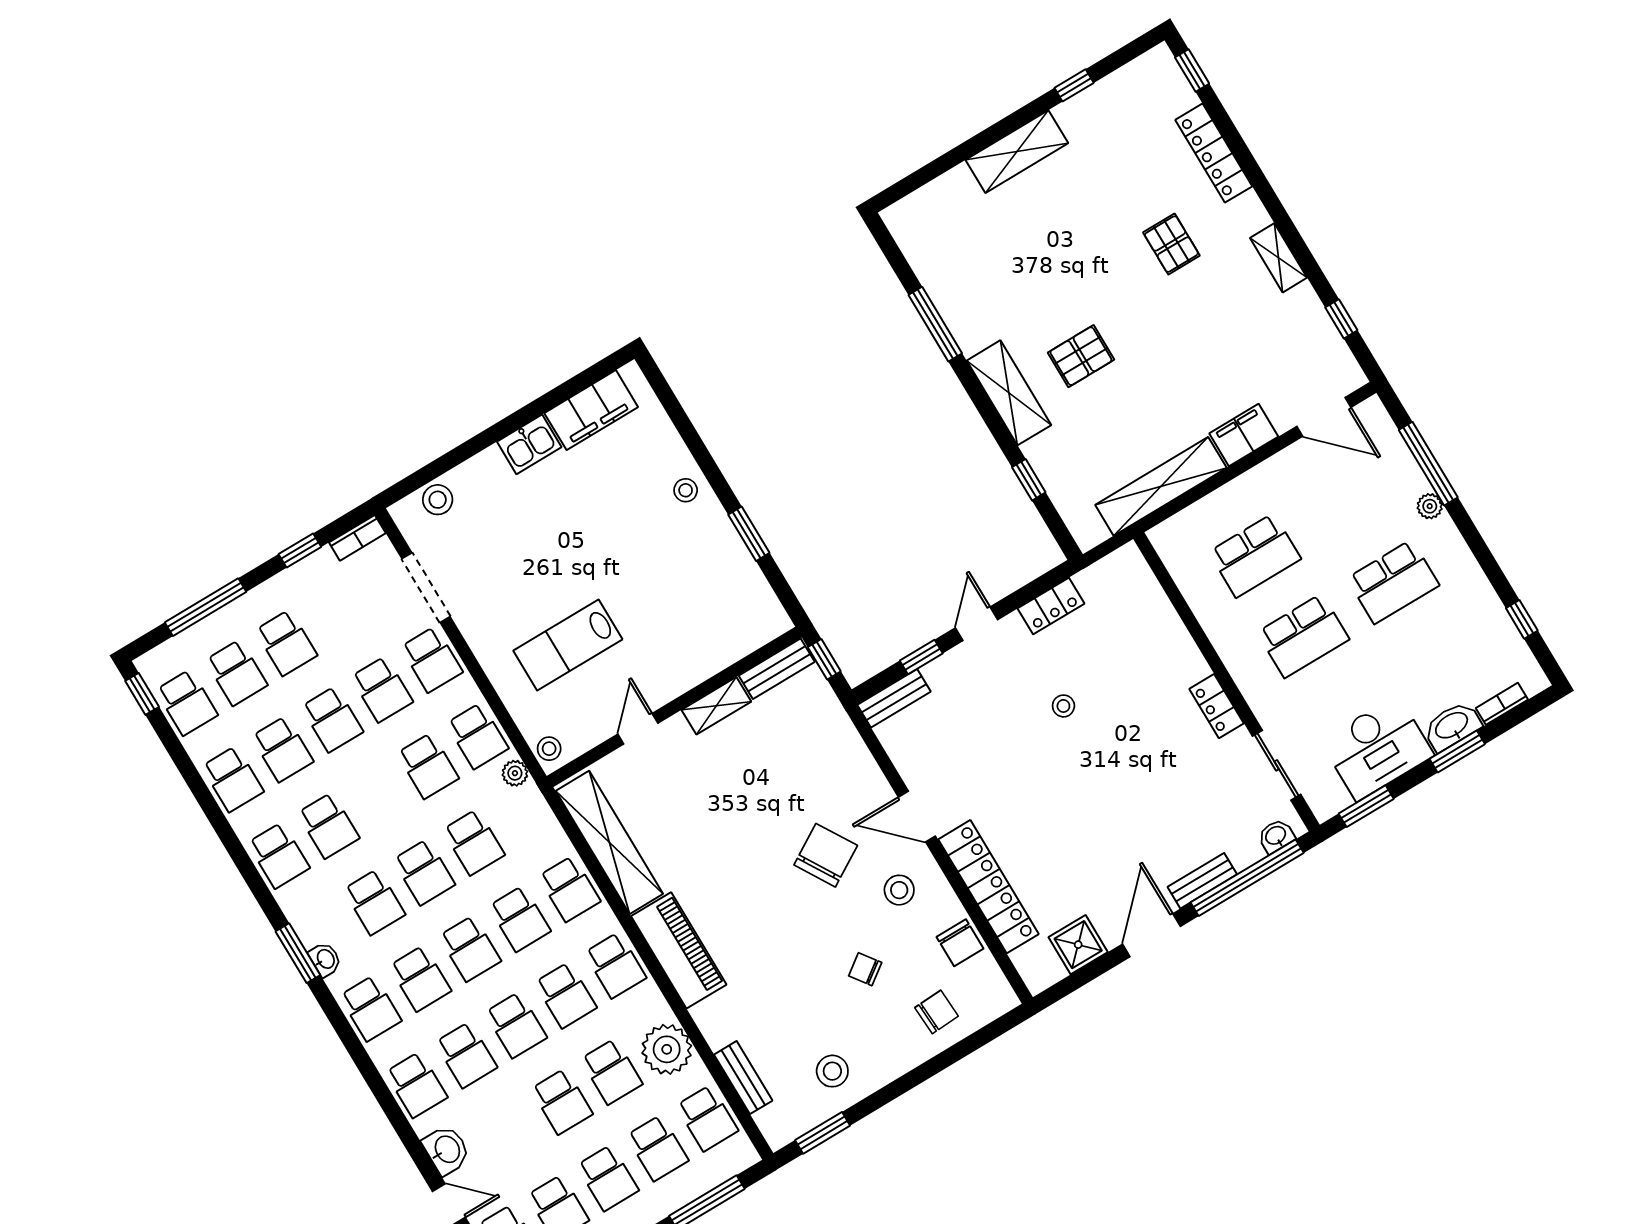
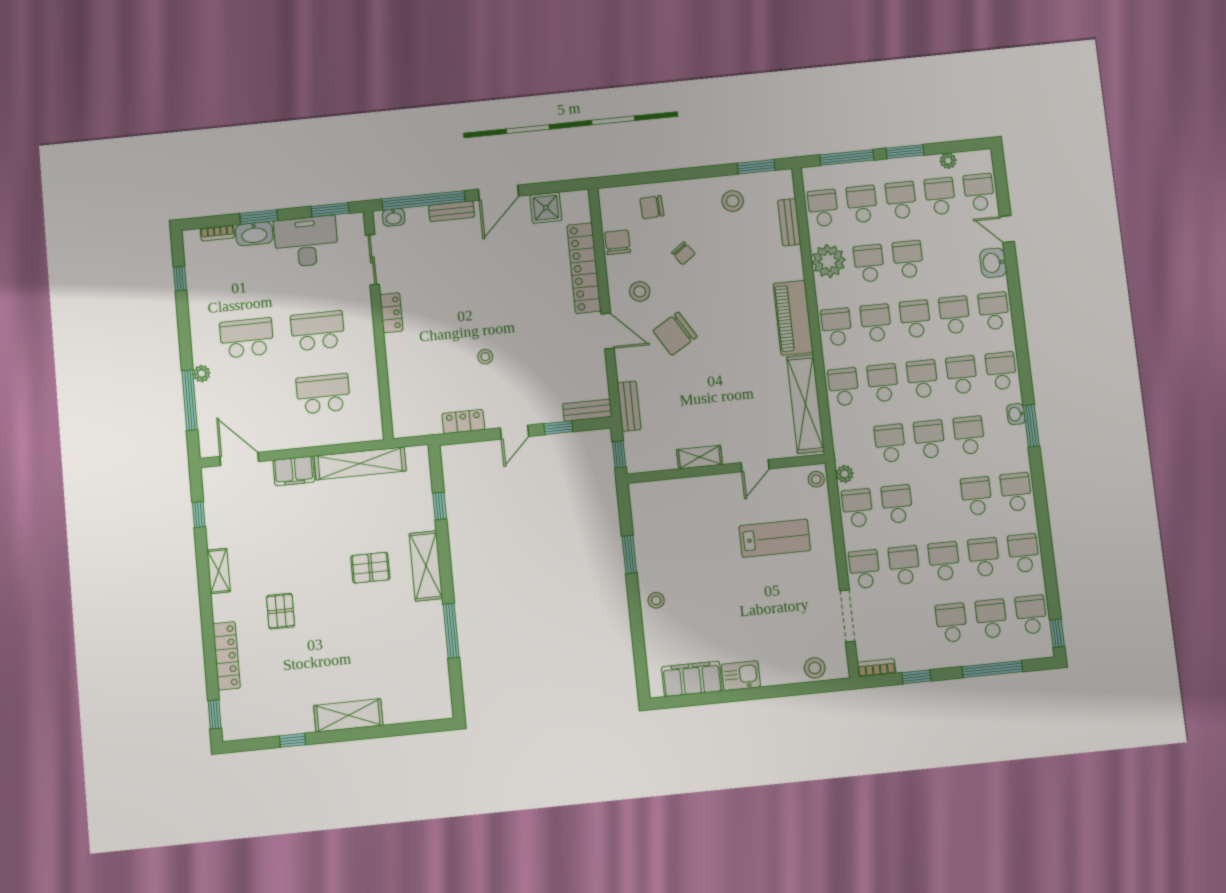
bench: (777, 669) -> (629, 406), moved, turned 90

